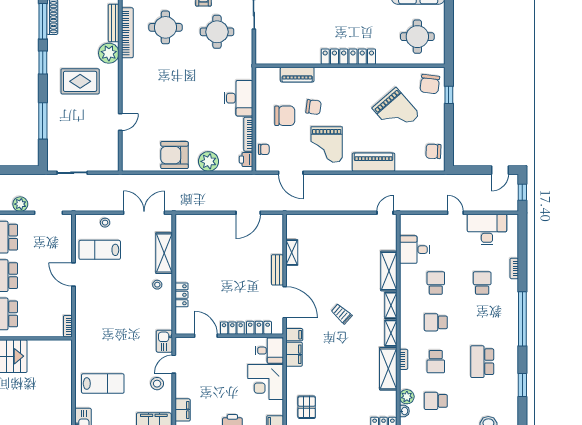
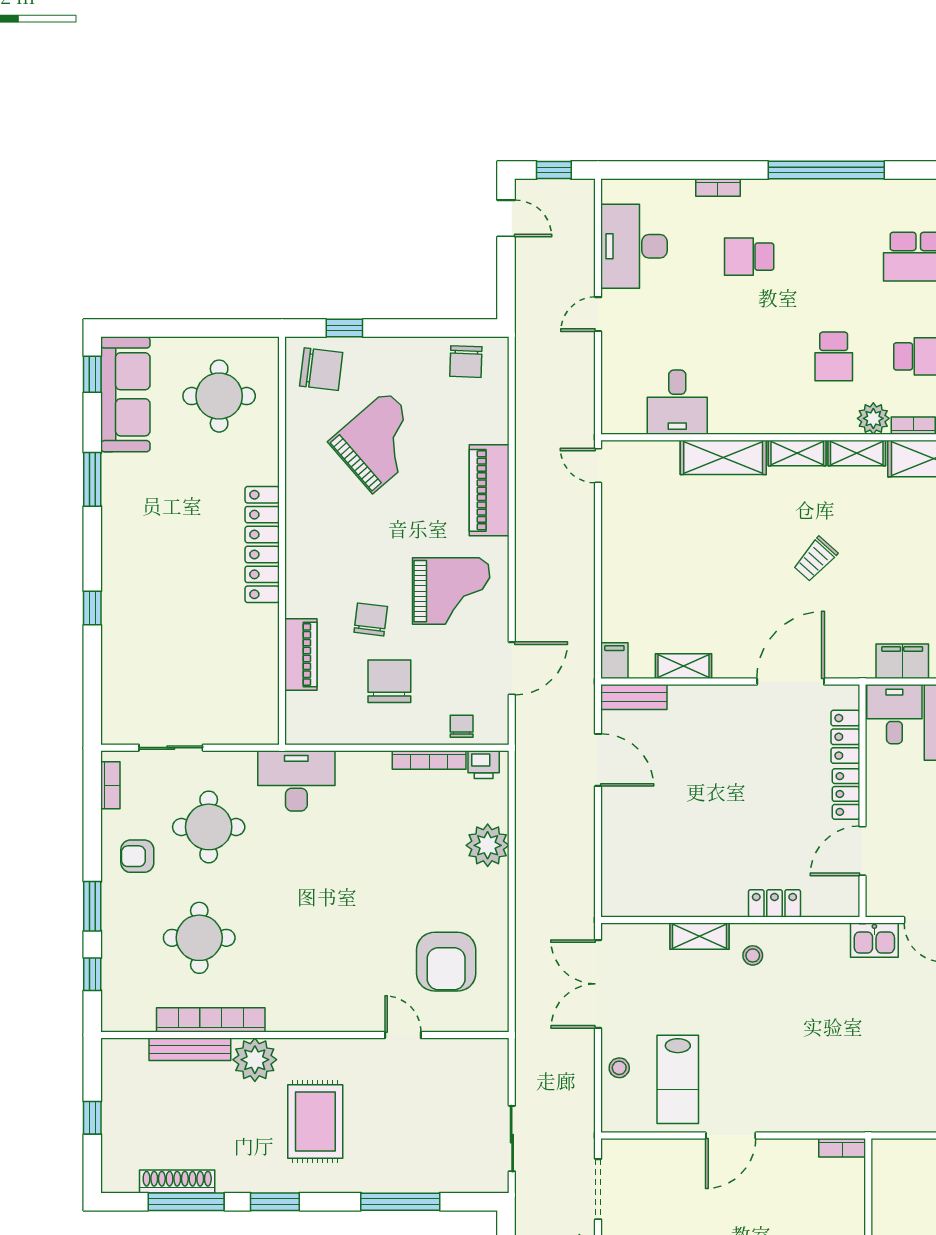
desk: (238, 98) -> (296, 781), moved
armchair: (174, 155) -> (446, 962), moved
shelving: (164, 253) -> (699, 936), width x0.67, depth x0.75
bench: (277, 270) -> (634, 697), moved
school desk: (436, 283) -> (749, 356), removed
filing cabinet: (294, 335) -> (614, 661), moved
plant: (407, 341) -> (873, 418), added

